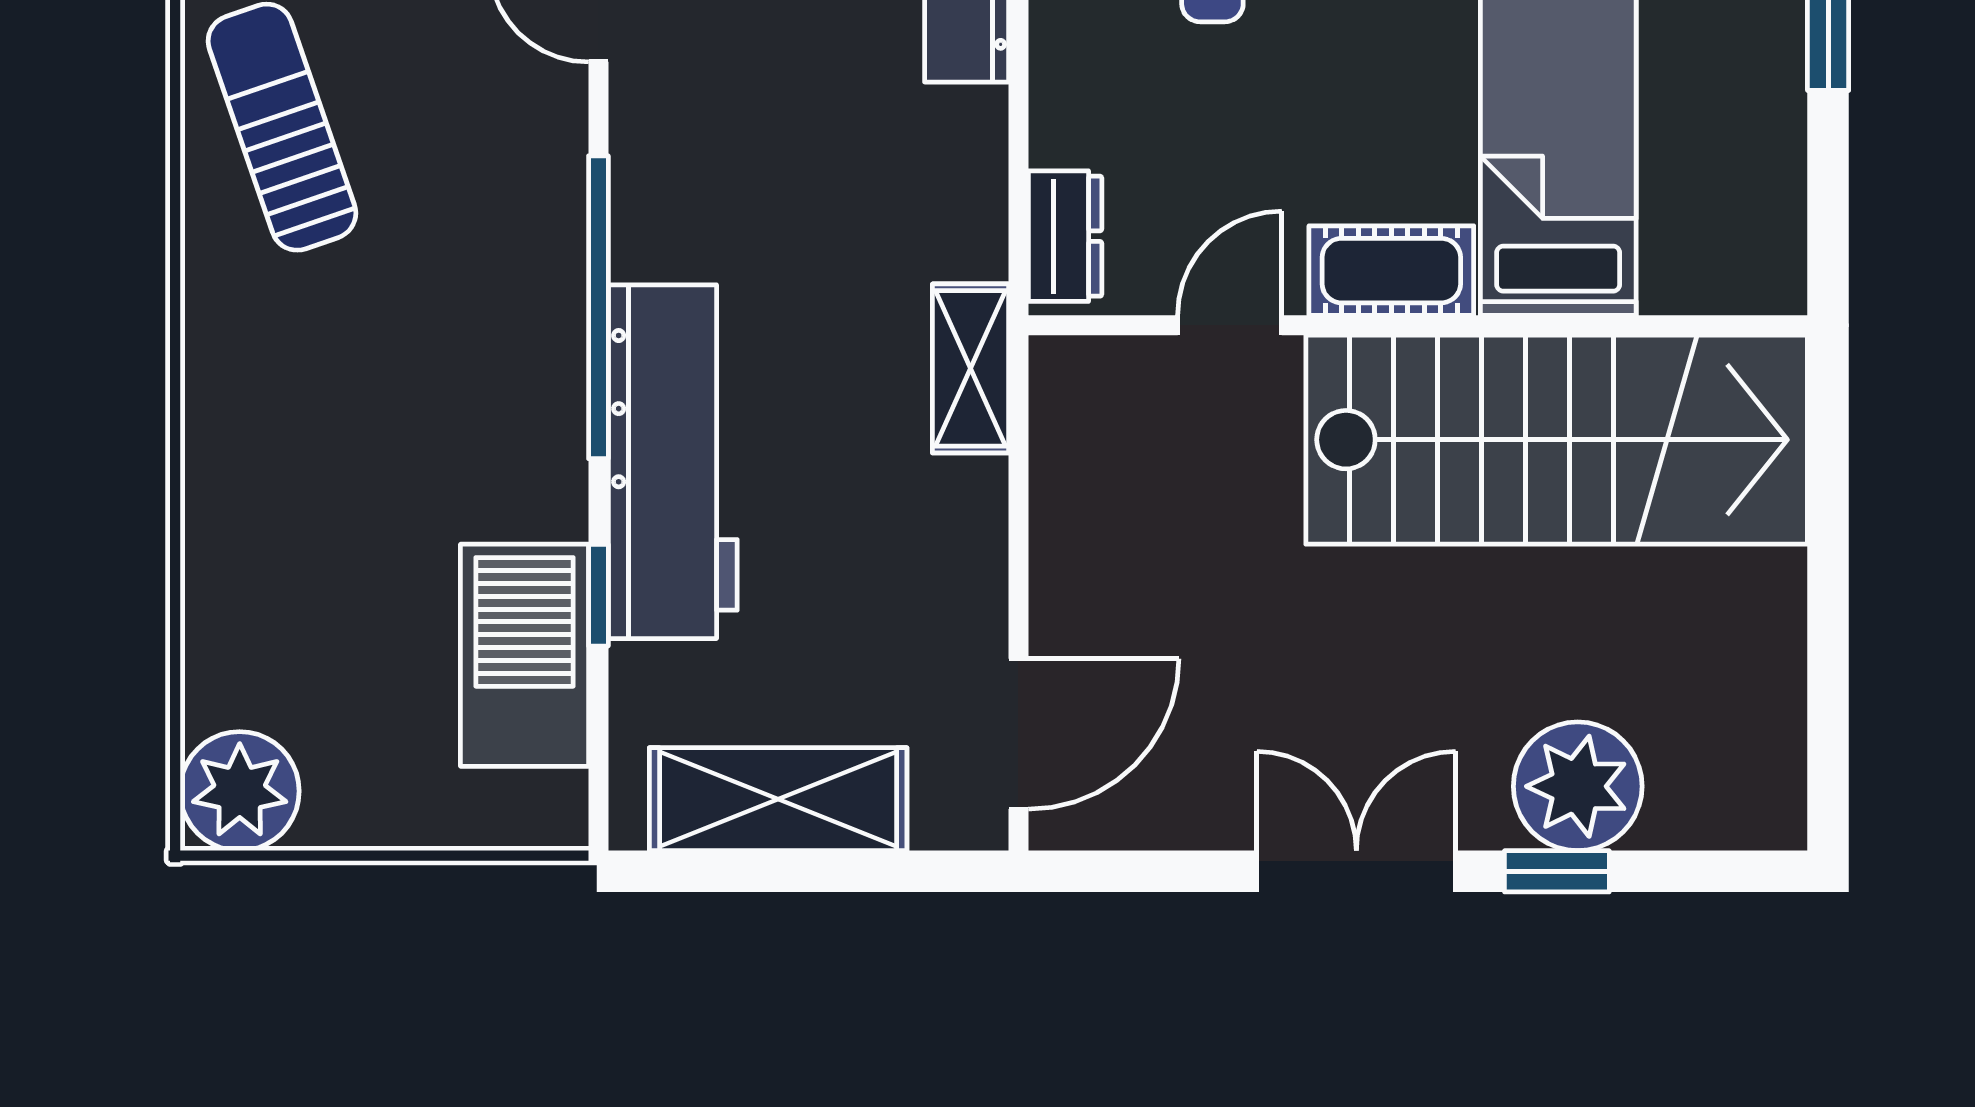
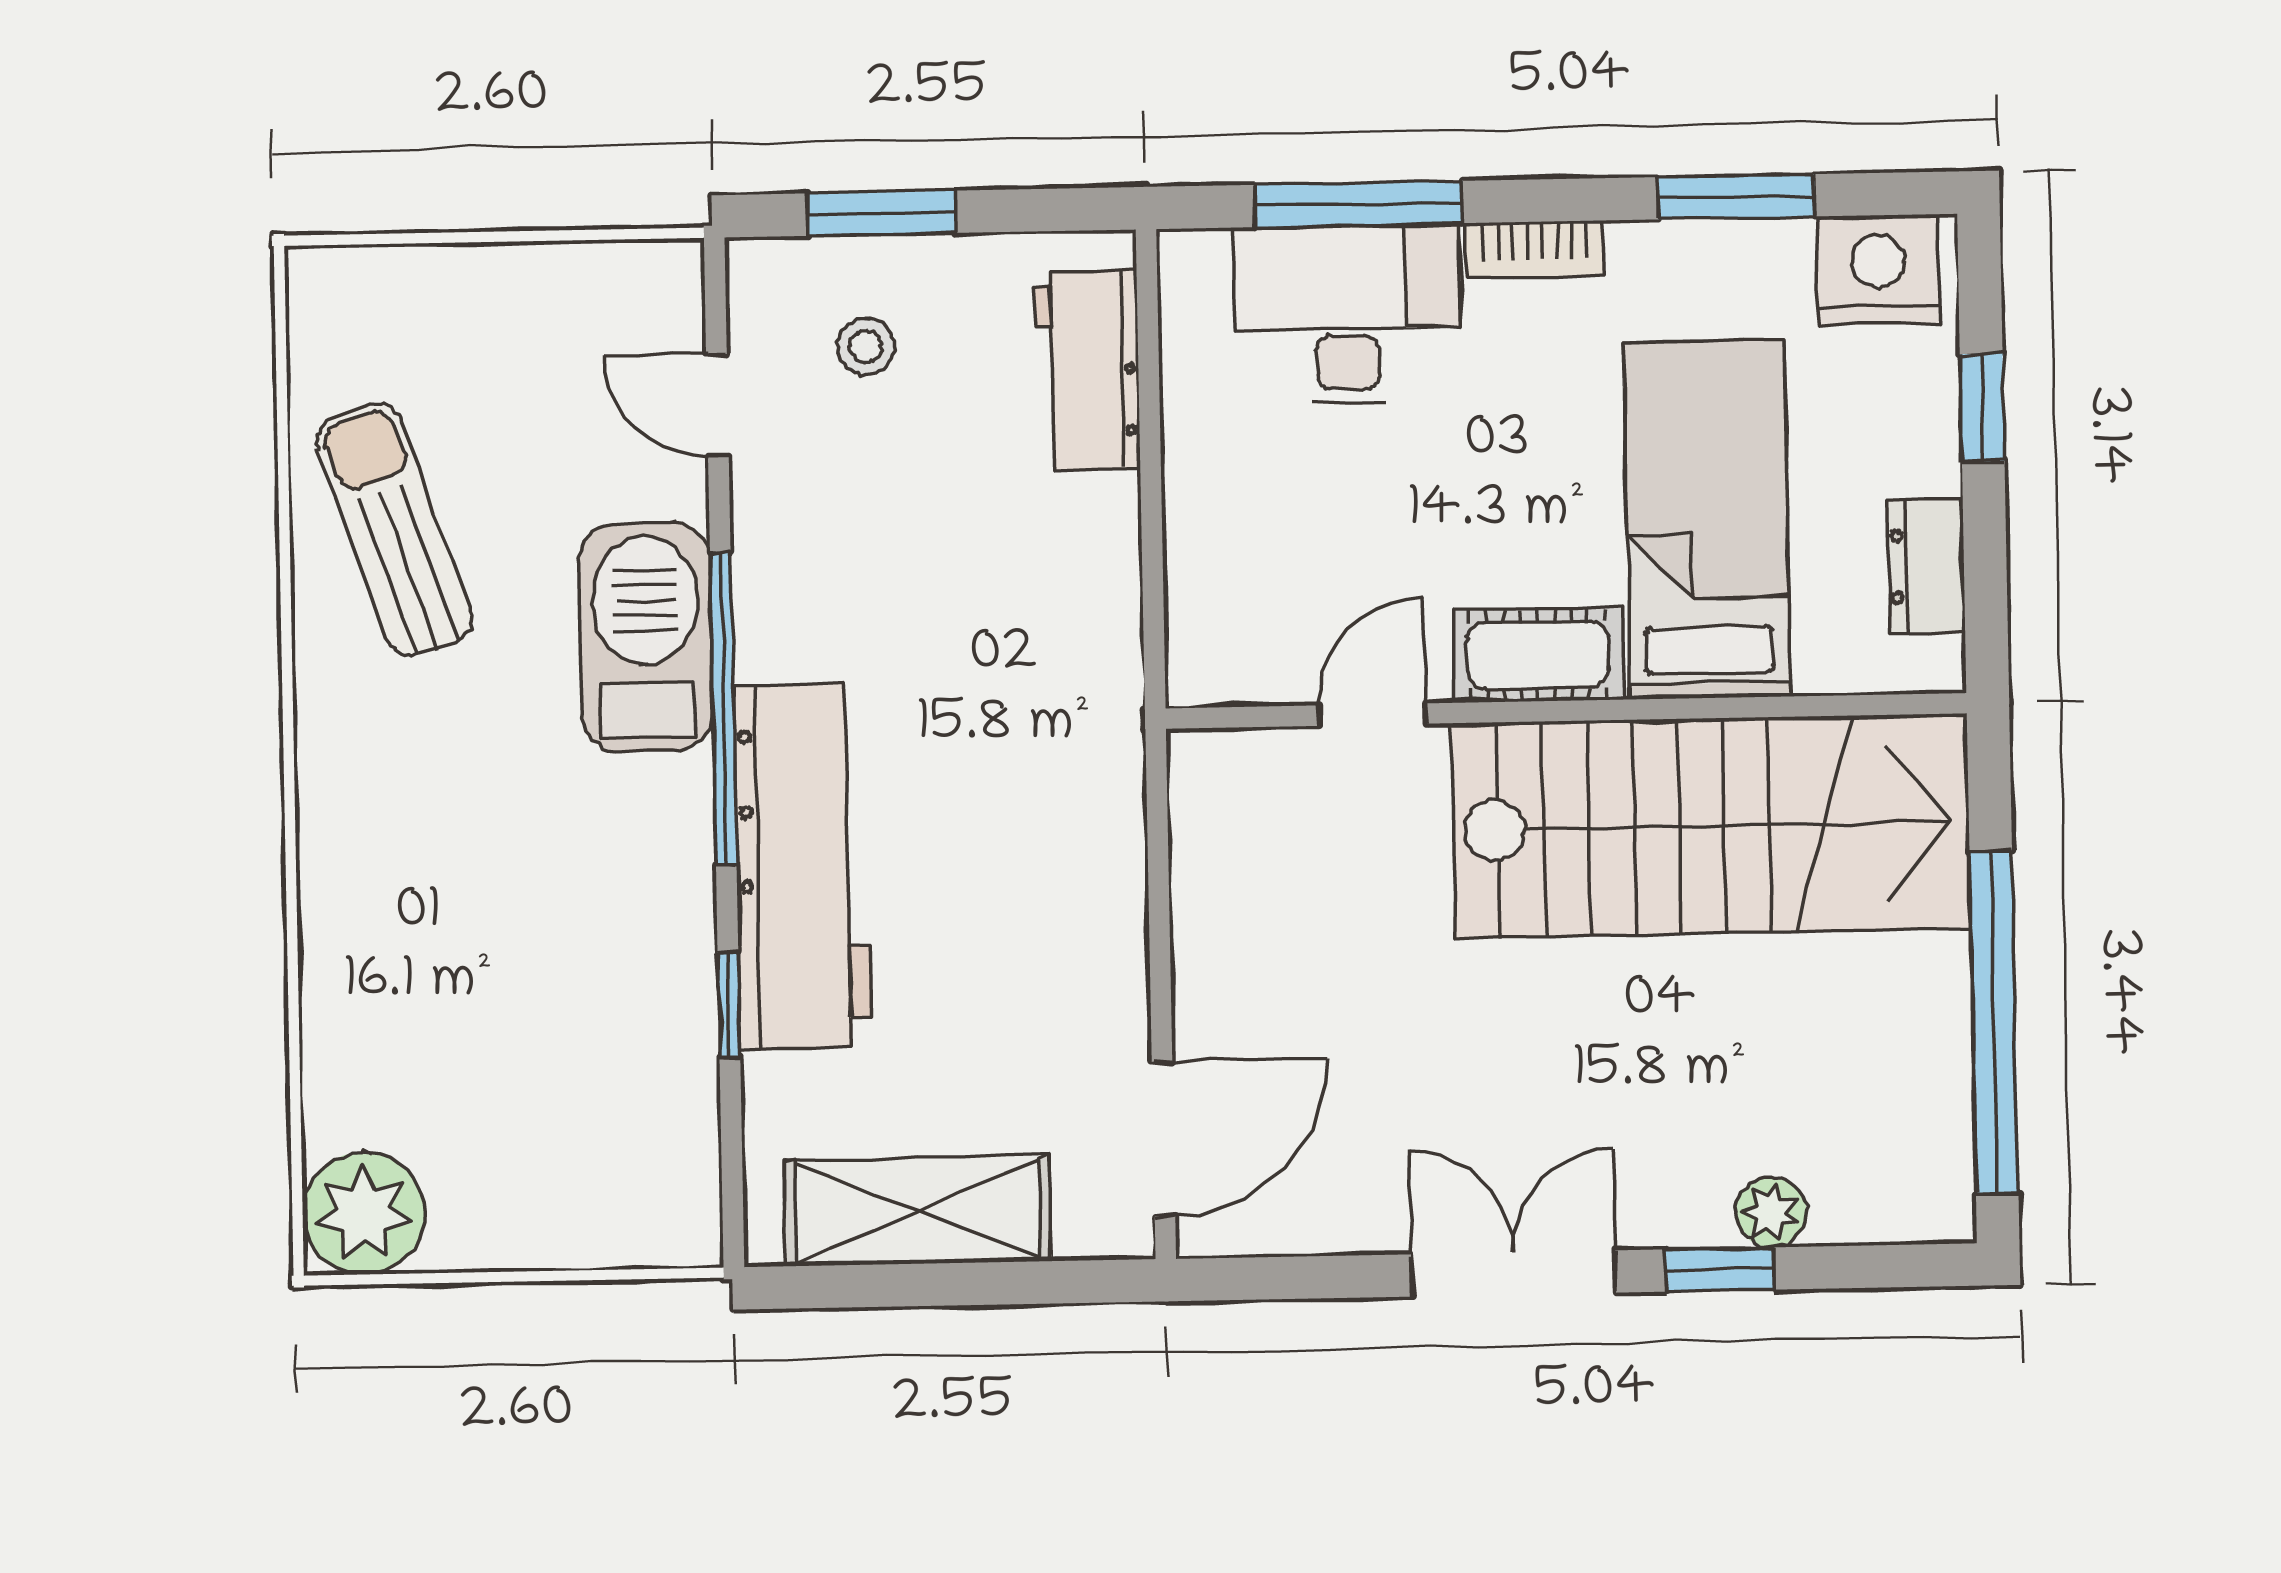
dresser: (1065, 236) -> (1926, 566), moved, turned 180
shelving: (971, 368) -> (1107, 764), removed
window: (1828, 637) -> (1994, 1023), added
barbecue: (525, 655) -> (646, 637), moved
plant: (1578, 786) -> (1771, 1212), width x0.53, depth x0.53

